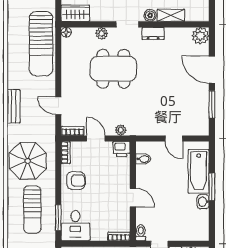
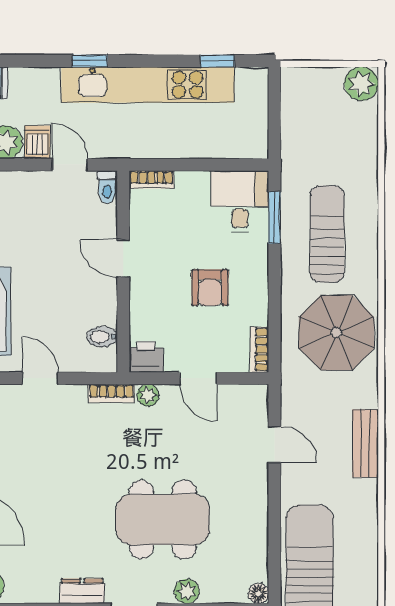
bookcase: (73, 131) -> (112, 393), moved
armchair: (76, 181) -> (210, 288), moved, turned -90

